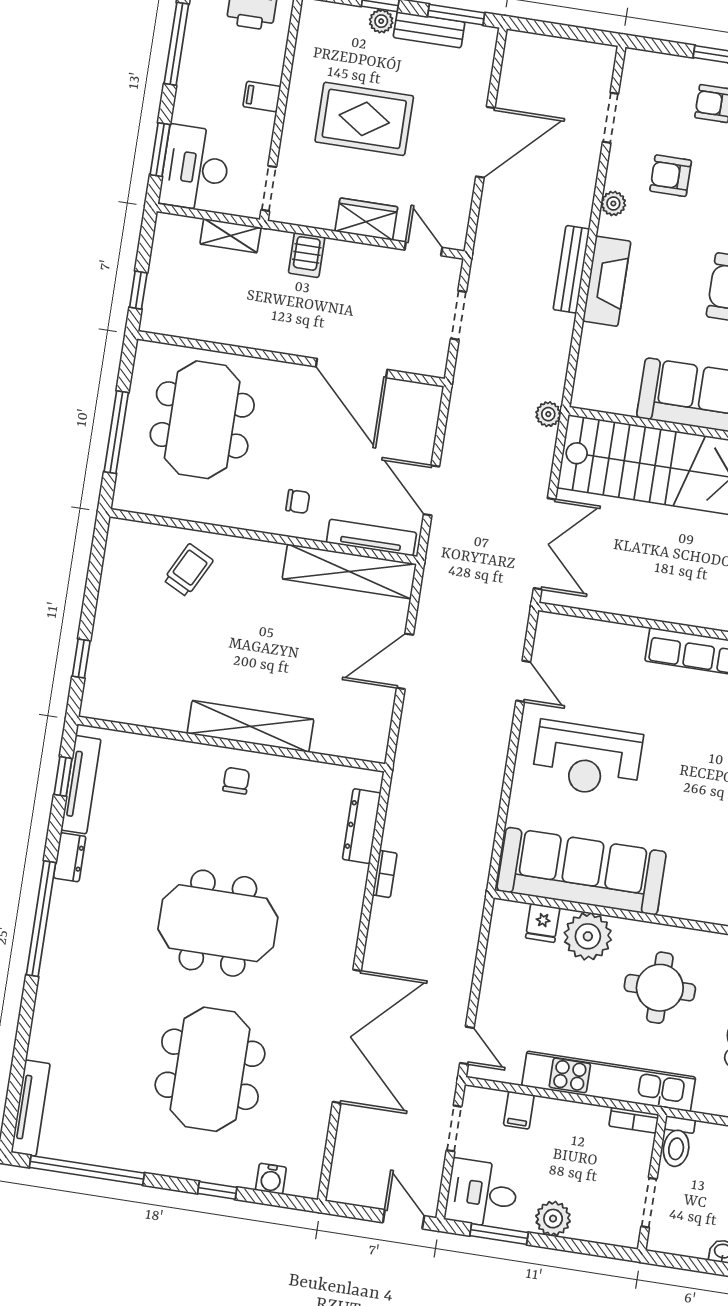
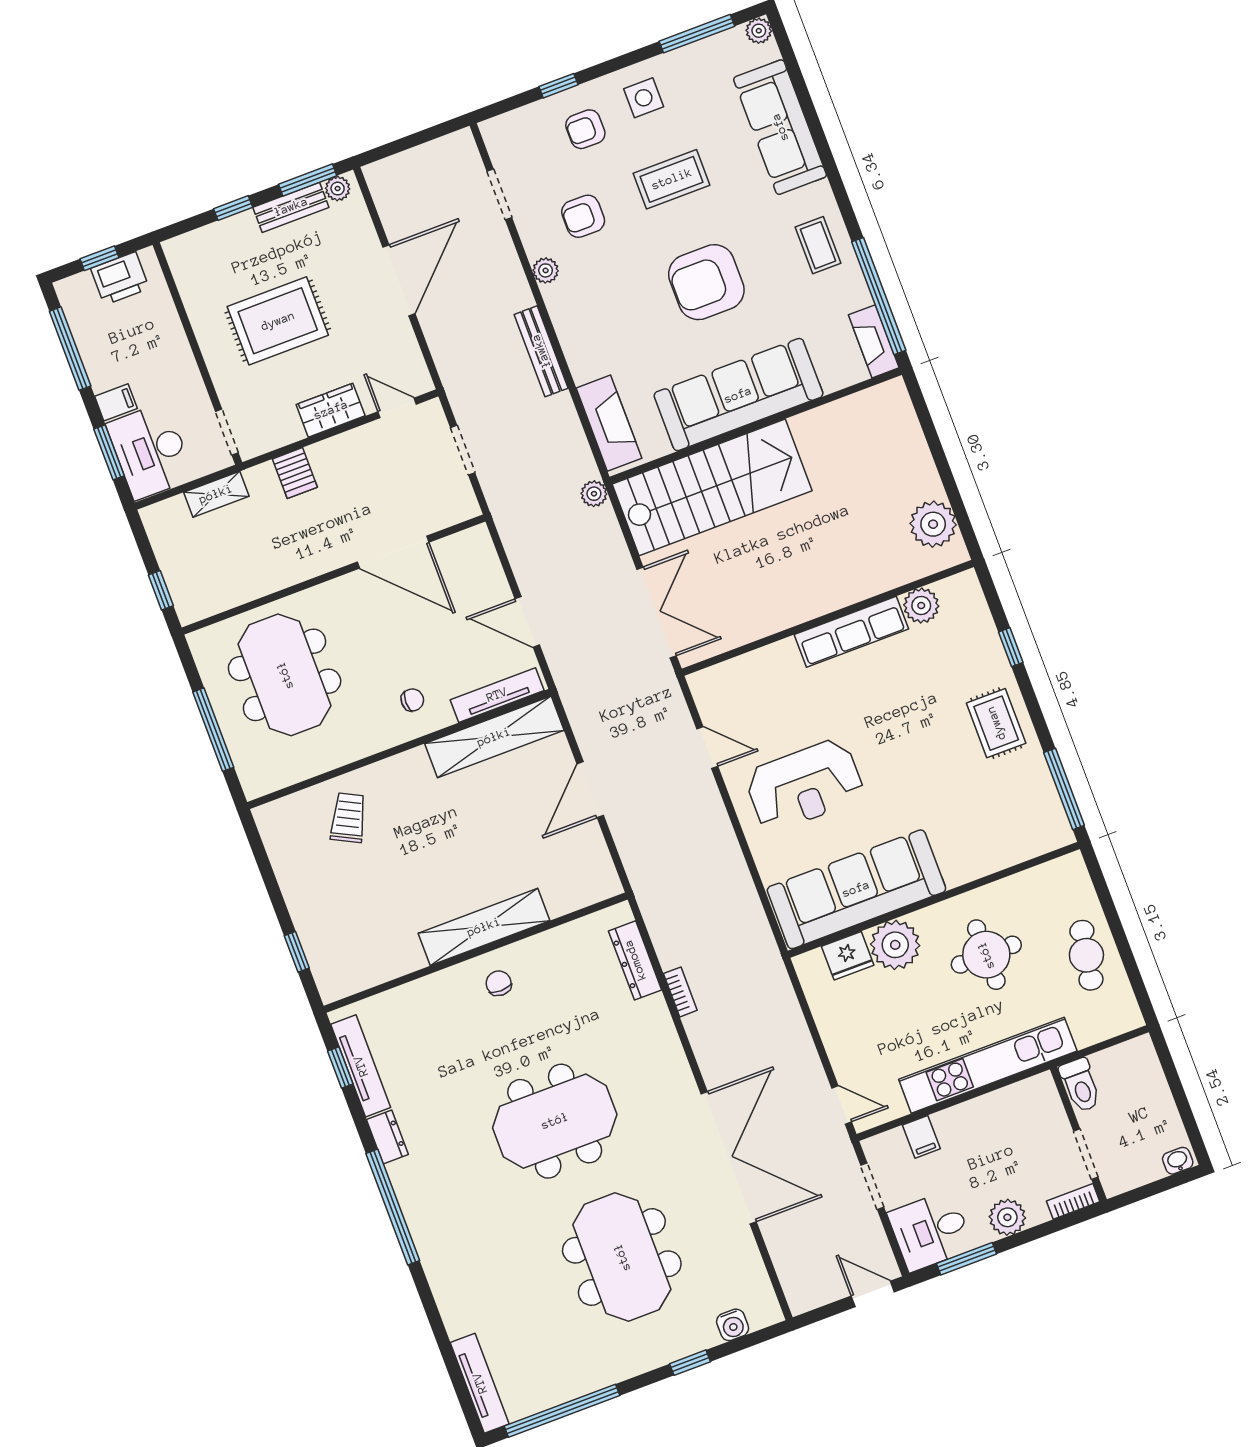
plant: (381, 21) -> (338, 189), moved
filing cabinet: (262, 97) -> (116, 402), moved, turned 180
fireplace: (607, 281) -> (609, 423), moved
fridge: (543, 923) -> (848, 956), width x1.38
bookcase: (634, 1120) -> (1073, 1201), moved, turned 180

